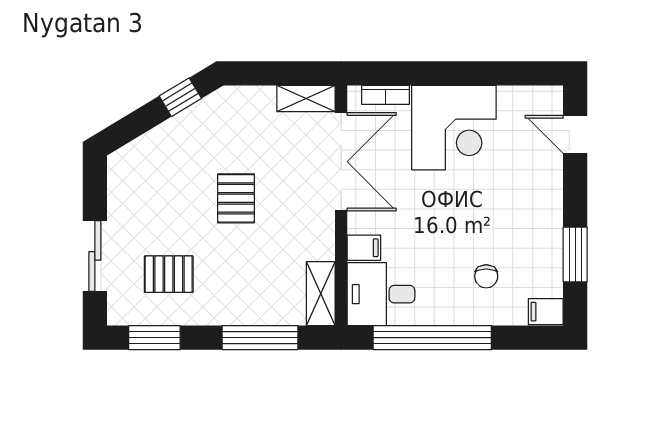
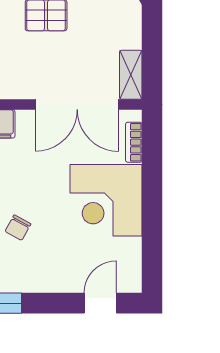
chair: (486, 231) -> (18, 228), added

